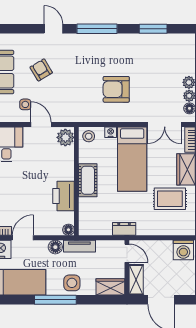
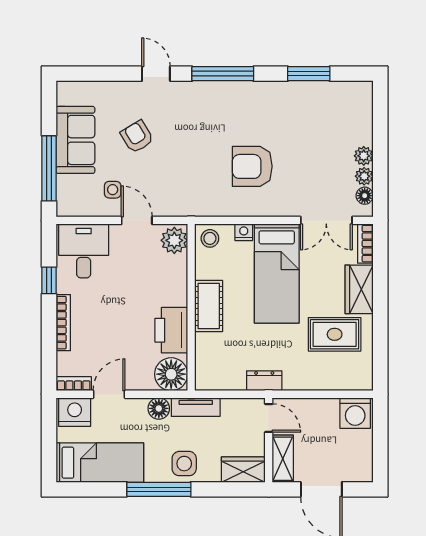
floor lamp: (68, 230) -> (171, 374), width x1.89, depth x1.89

